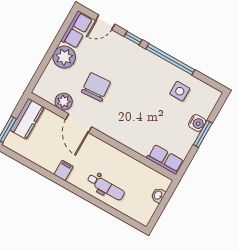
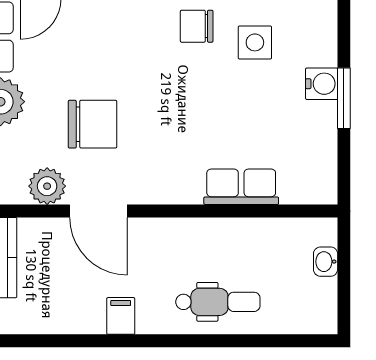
chair: (160, 71) -> (197, 26), added
chair: (96, 87) -> (92, 124), turned 94
row of seats: (165, 160) -> (241, 187), moved

